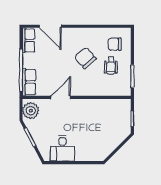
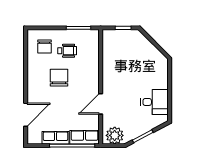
row of seats: (28, 40) -> (56, 138), moved
chair: (85, 58) -> (59, 78), turned 131
door: (61, 97) -> (101, 104), hinge flipped

